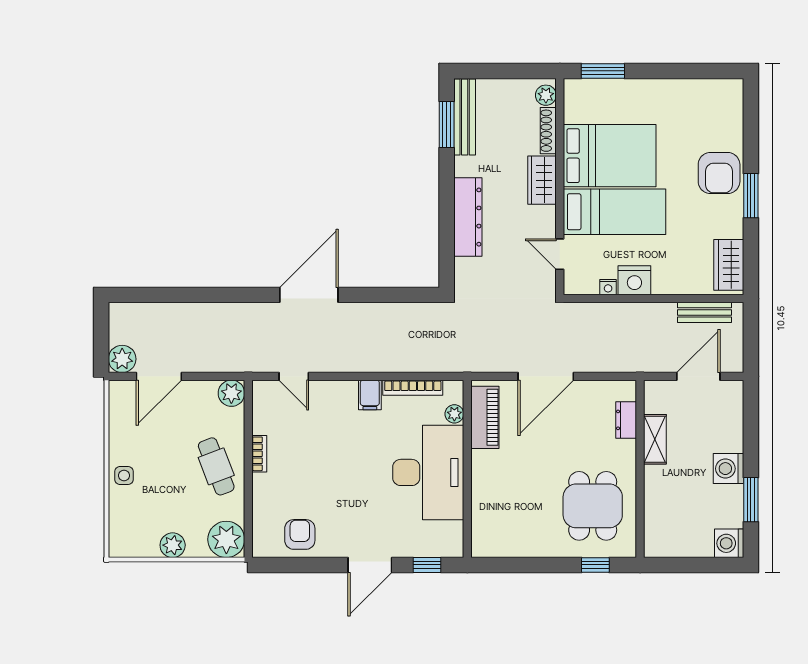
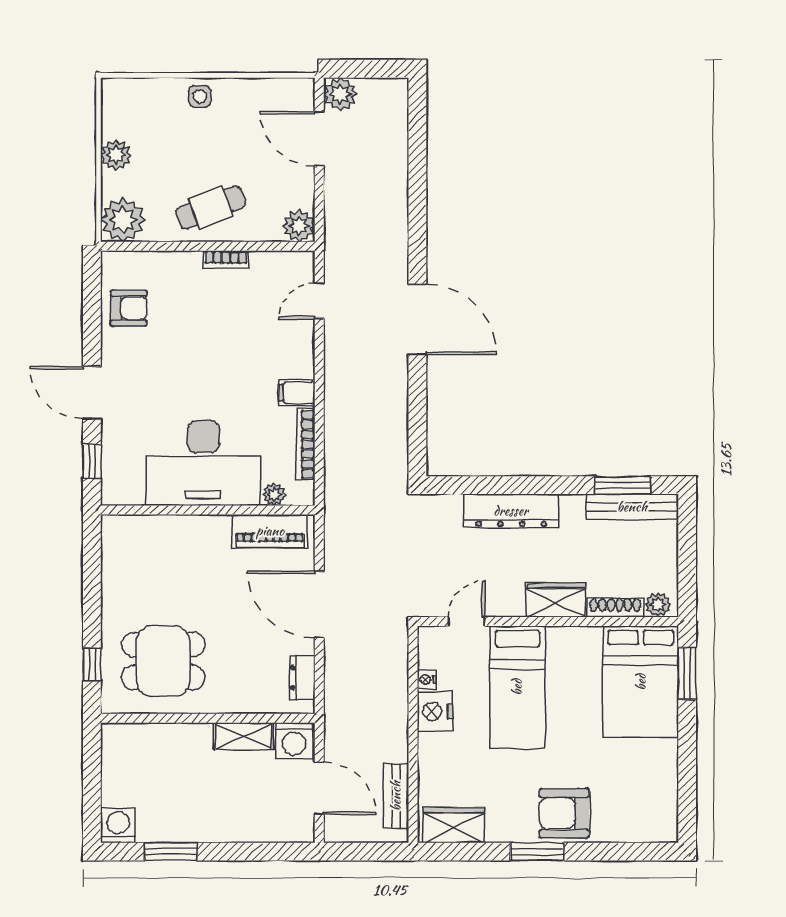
bed: (610, 156) -> (641, 682), moved
dresser: (626, 420) -> (302, 678), moved, turned -90
washing machine: (728, 469) -> (294, 741), moved, turned 180

